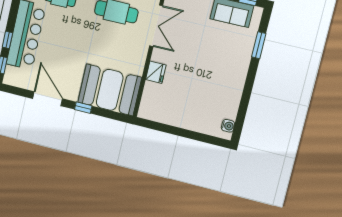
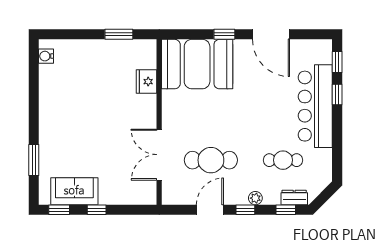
fridge: (156, 72) -> (147, 82), moved
window: (166, 128) -> (119, 34), added

